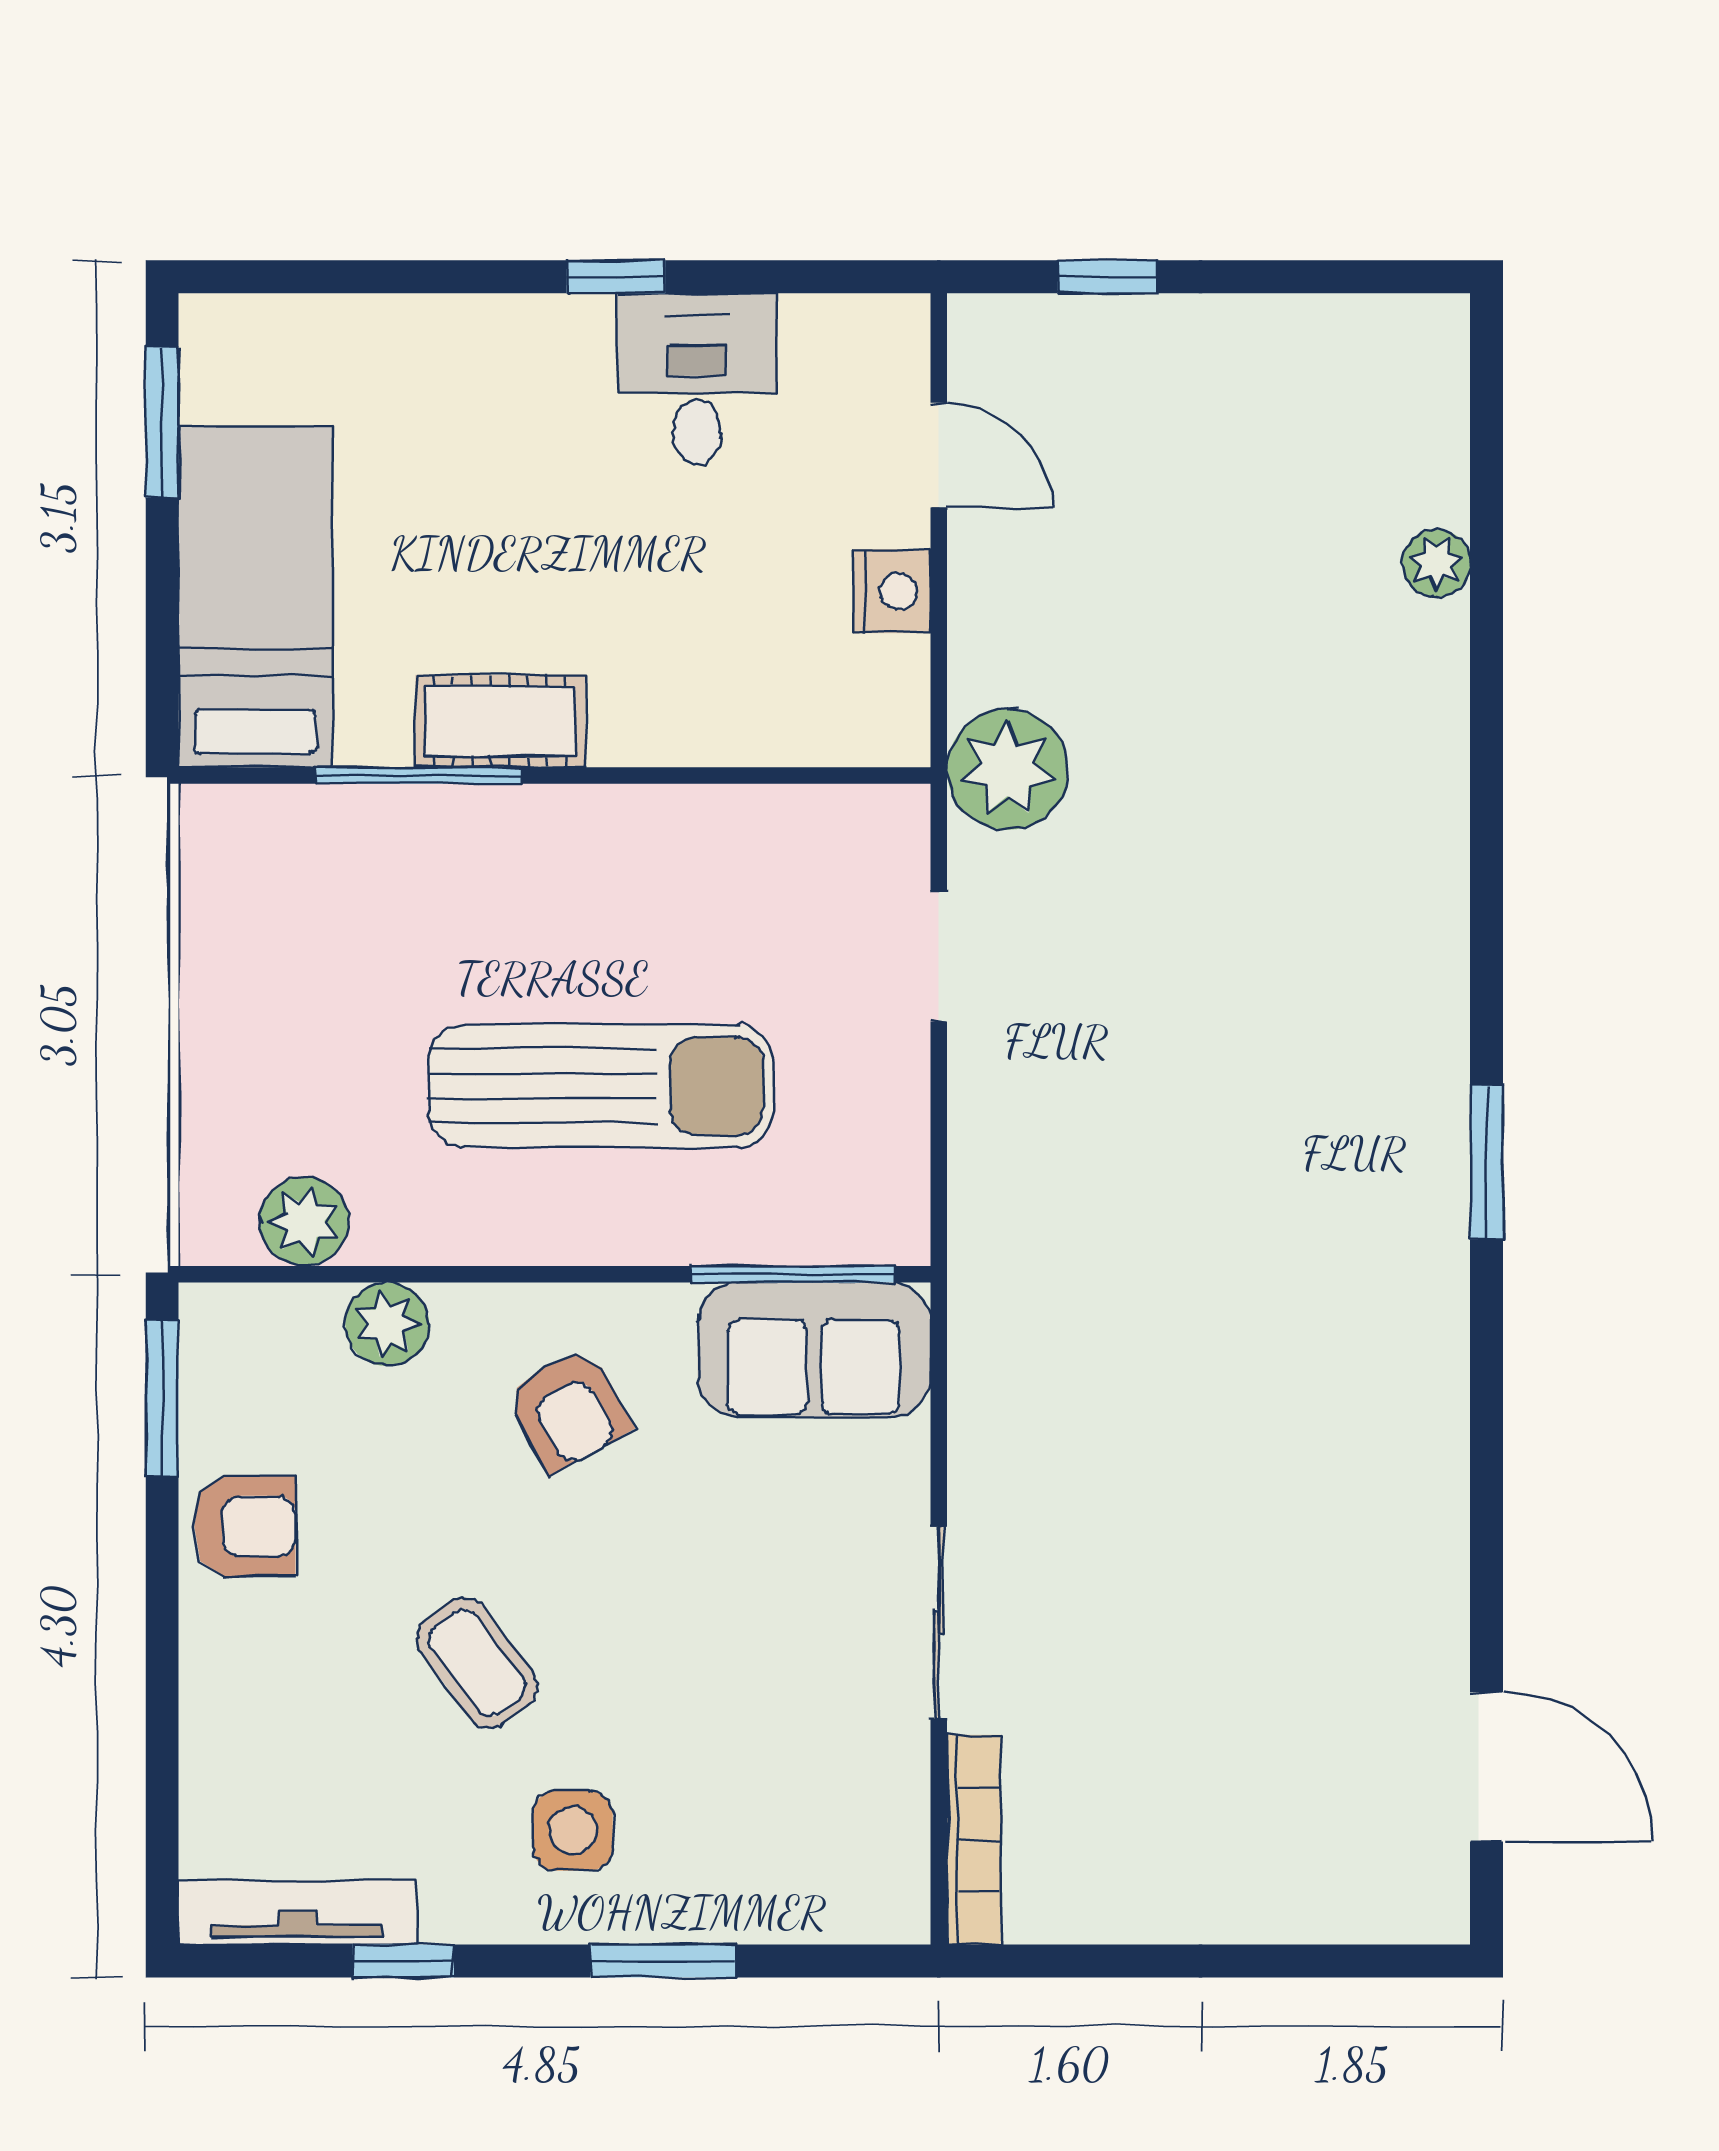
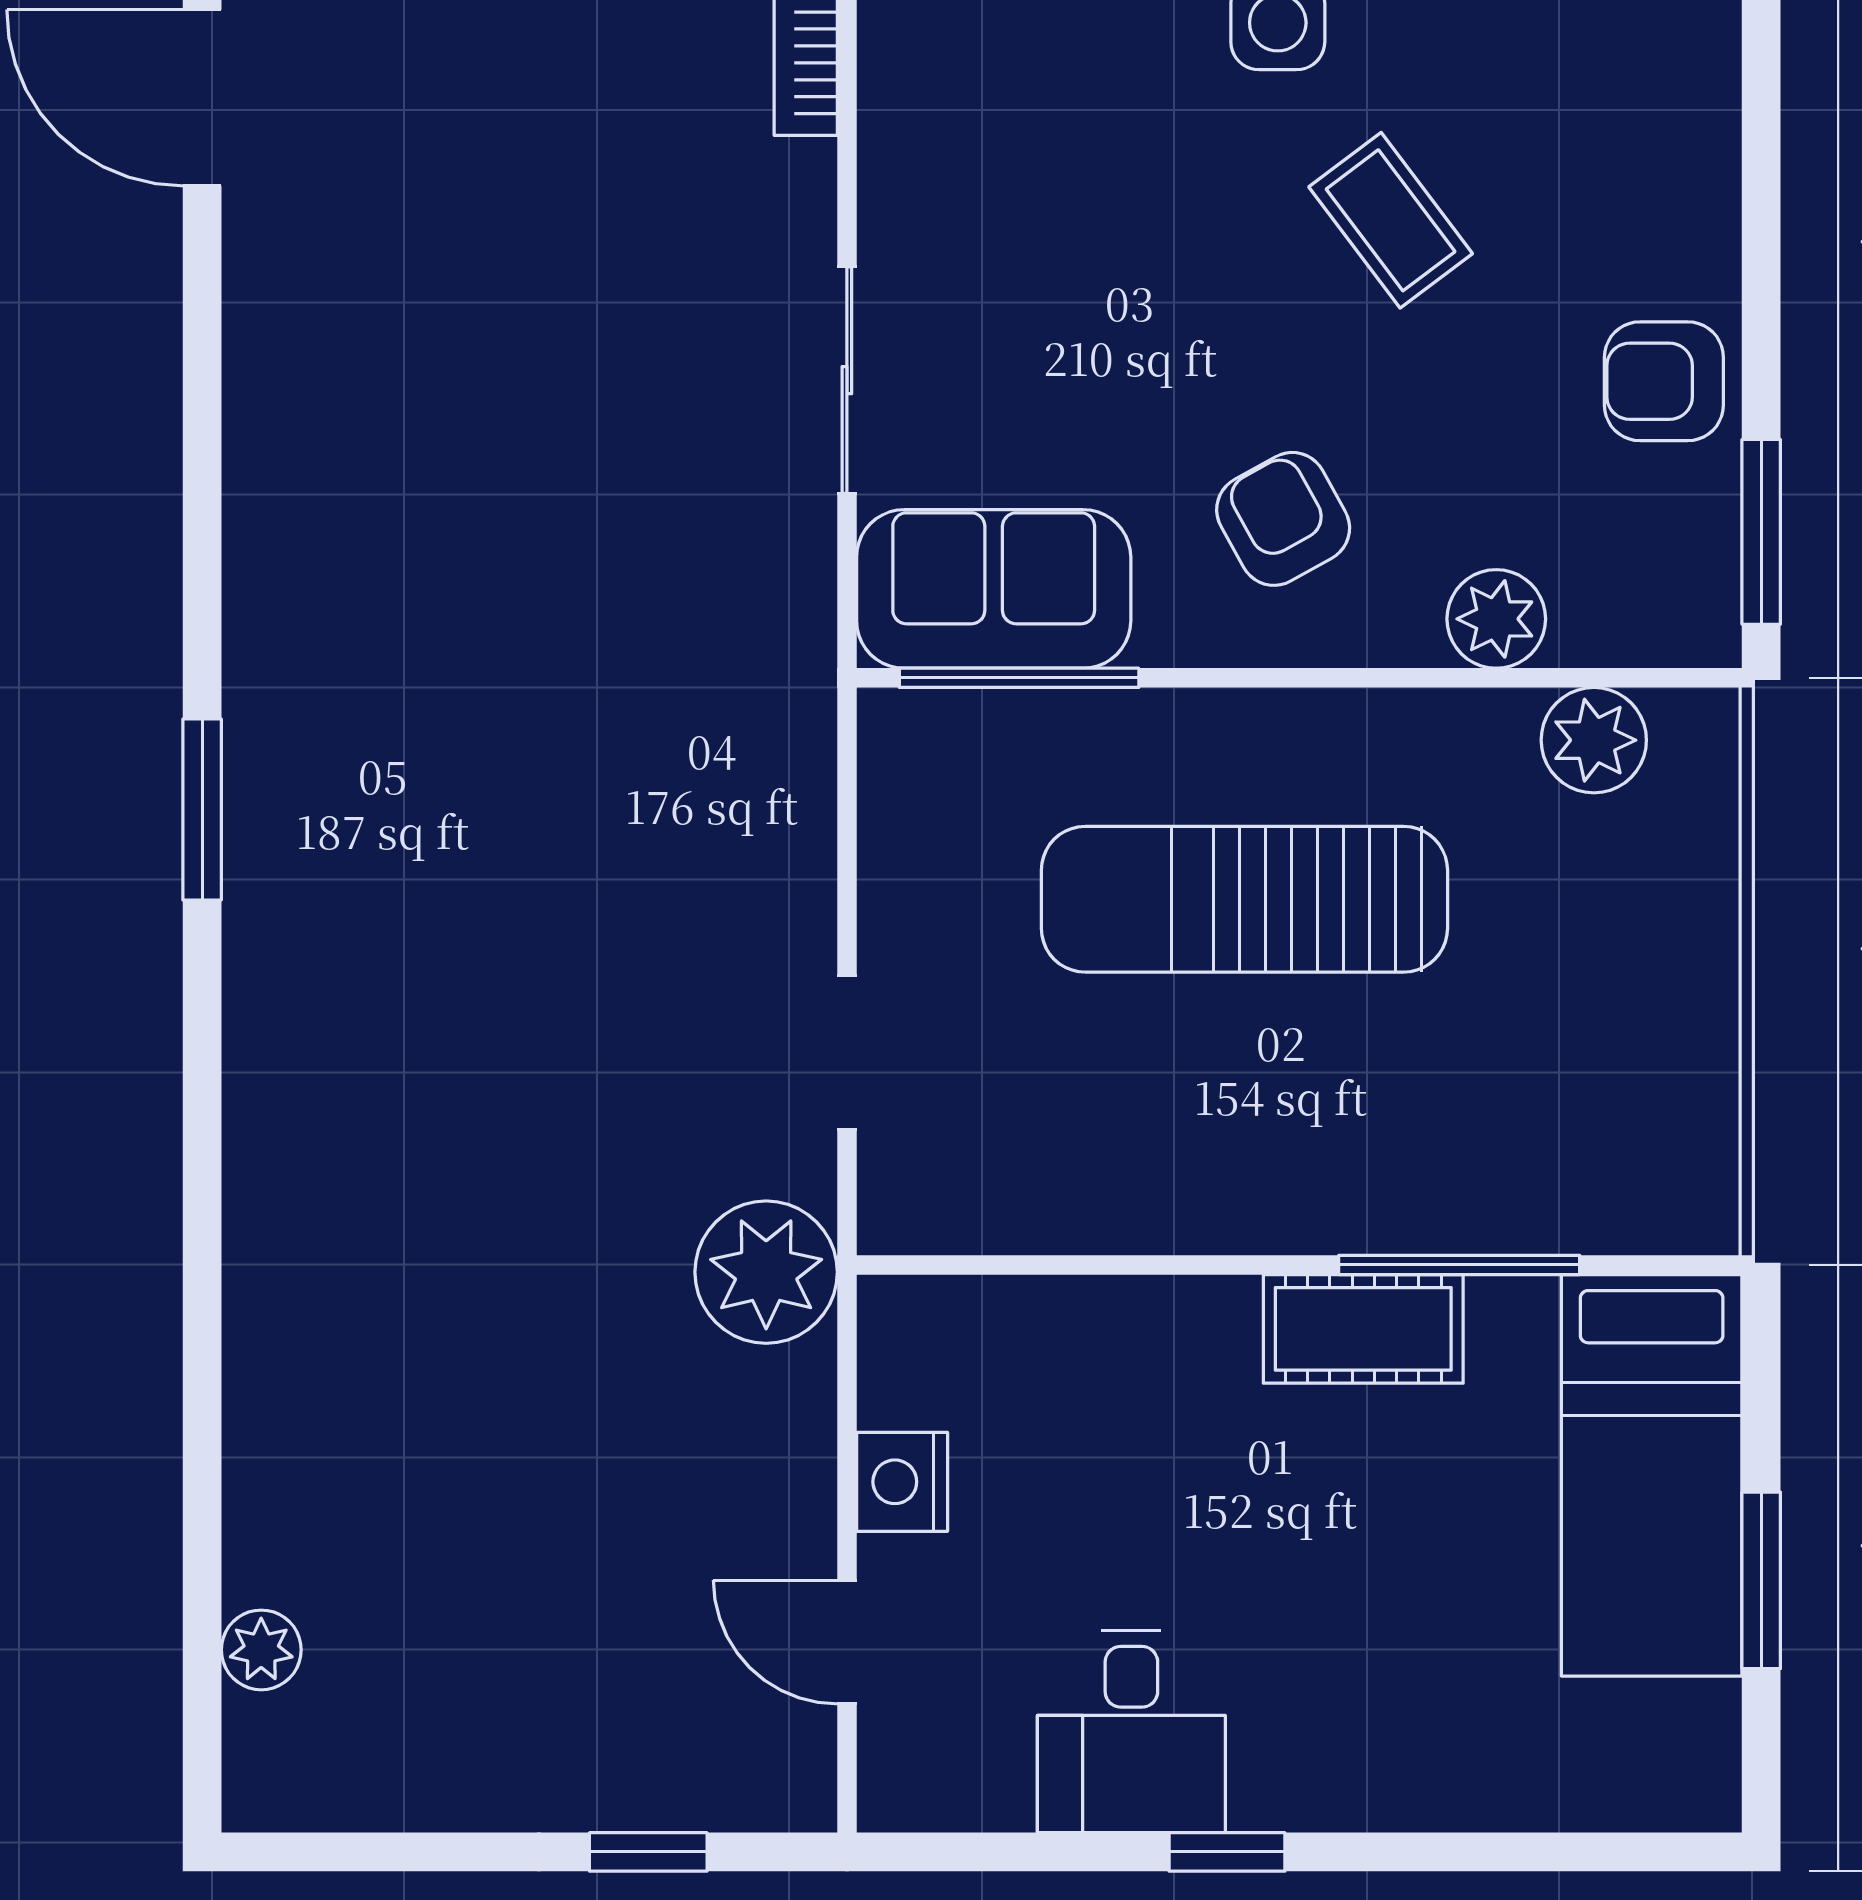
window: (162, 422) -> (1761, 1580), moved
plant: (1436, 563) -> (261, 1650), moved
sliding door: (939, 1623) -> (847, 380), moved

